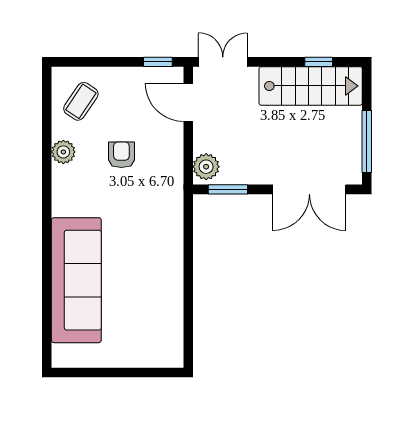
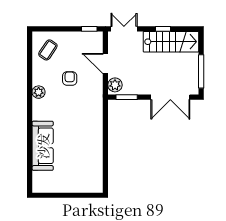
window: (319, 62) -> (163, 29), moved
door: (188, 102) -> (105, 64), moved
plant: (63, 152) -> (39, 92), moved
sofa: (76, 280) -> (43, 146), width x0.74, depth x0.79

